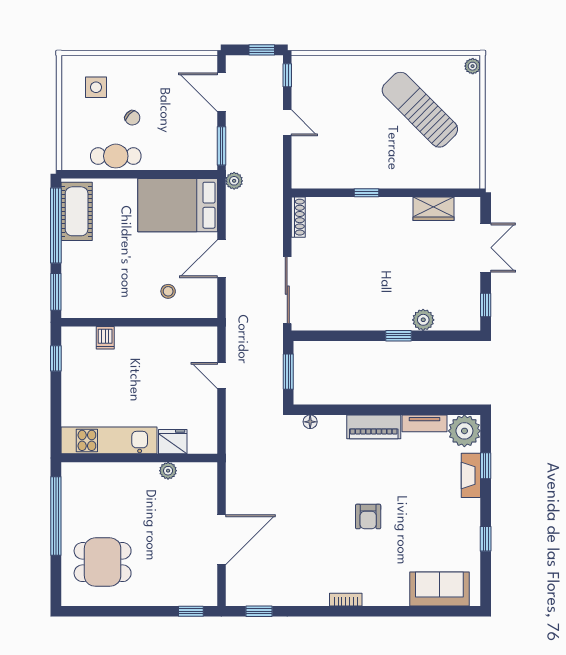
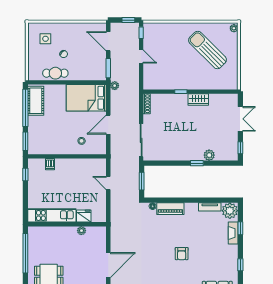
wardrobe: (434, 209) -> (198, 100), moved
piano: (374, 427) -> (170, 209), moved

